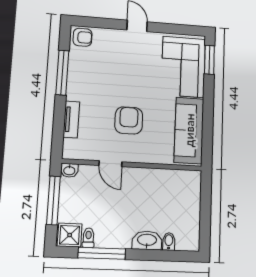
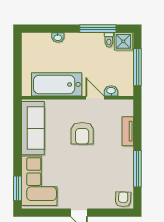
armchair: (82, 37) -> (123, 199), turned 92
washbasin: (69, 170) -> (111, 91), moved
bathtub: (158, 183) -> (57, 84), added
washbasin: (147, 240) -> (58, 37), width x0.52, depth x0.69
bidet: (169, 241) -> (46, 39), removed

